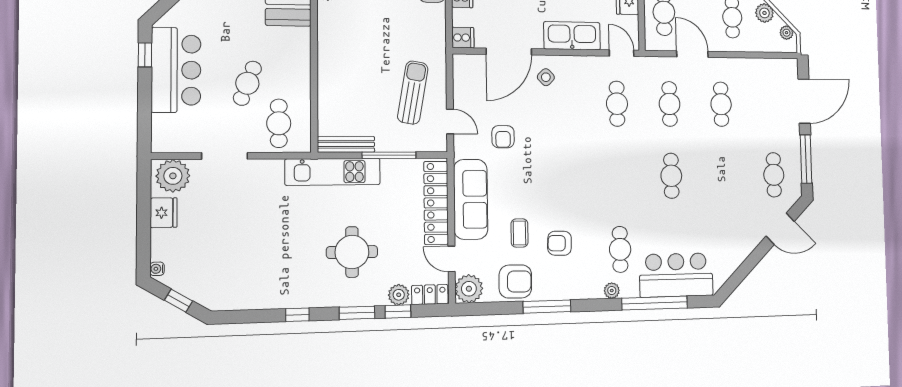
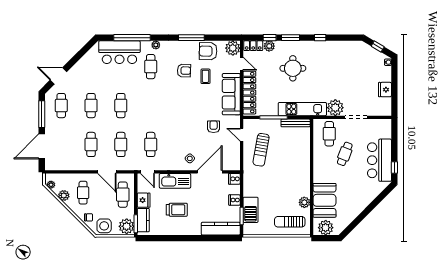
cafe table: (723, 175) -> (91, 106), added
plant: (173, 176) -> (335, 108), moved

